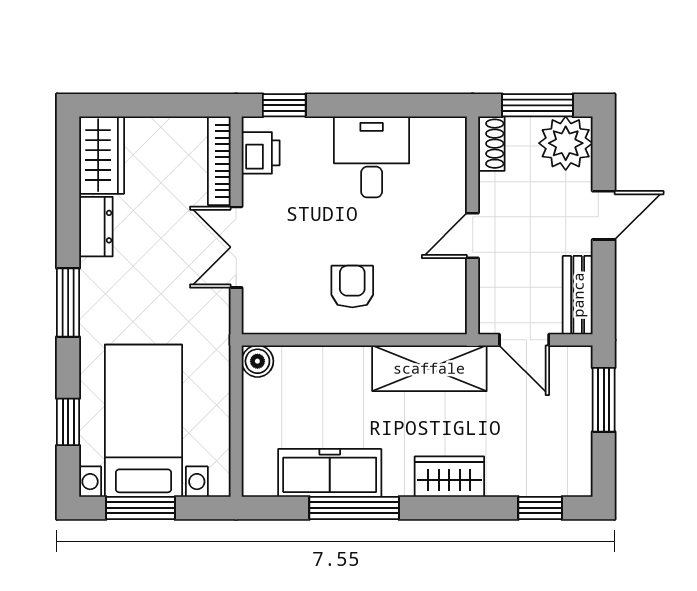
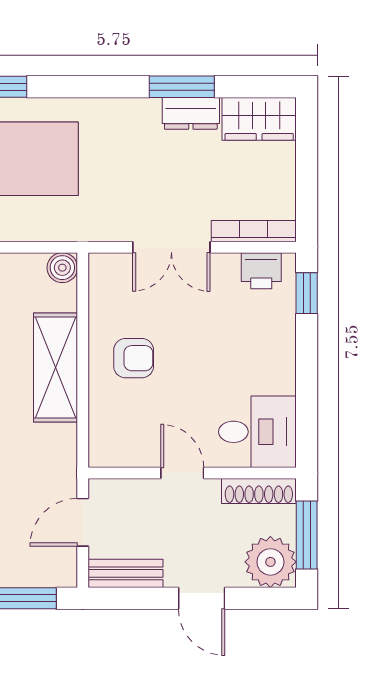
shoe rack: (491, 144) -> (259, 491), width x1.43
desk: (372, 157) -> (257, 432), moved
double door: (236, 247) -> (171, 247), swing flipped
window: (68, 303) -> (182, 87), moved
shelving: (429, 368) -> (56, 367), moved

